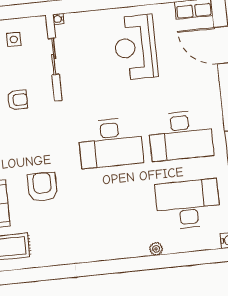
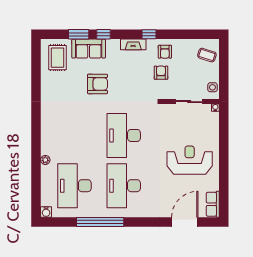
side table: (14, 39) -> (212, 87), moved
armchair: (17, 100) -> (161, 73), turned 180
desk: (188, 204) -> (75, 186), turned 180

